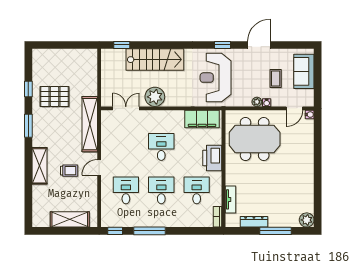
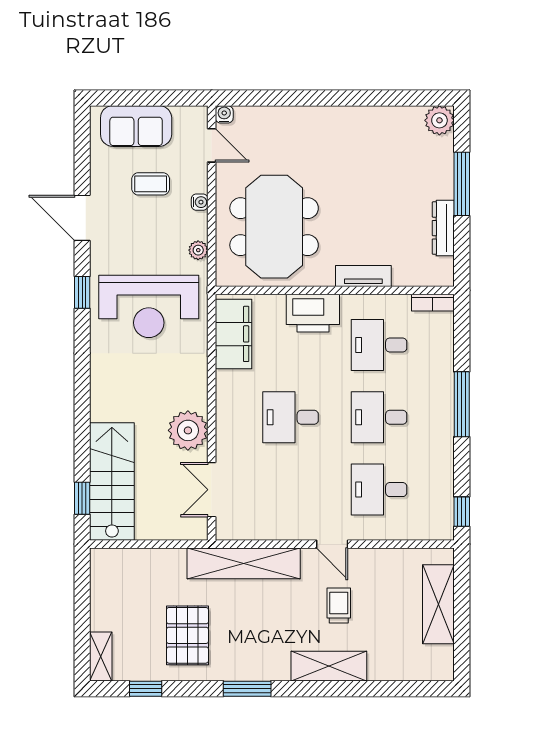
shelving: (44, 54) -> (101, 657), added
stairs: (155, 60) -> (112, 482), moved
window: (28, 89) -> (146, 689), moved
plant: (257, 102) -> (198, 250), moved
tv unit: (230, 199) -> (363, 276), moved
window: (150, 231) -> (462, 404), moved

